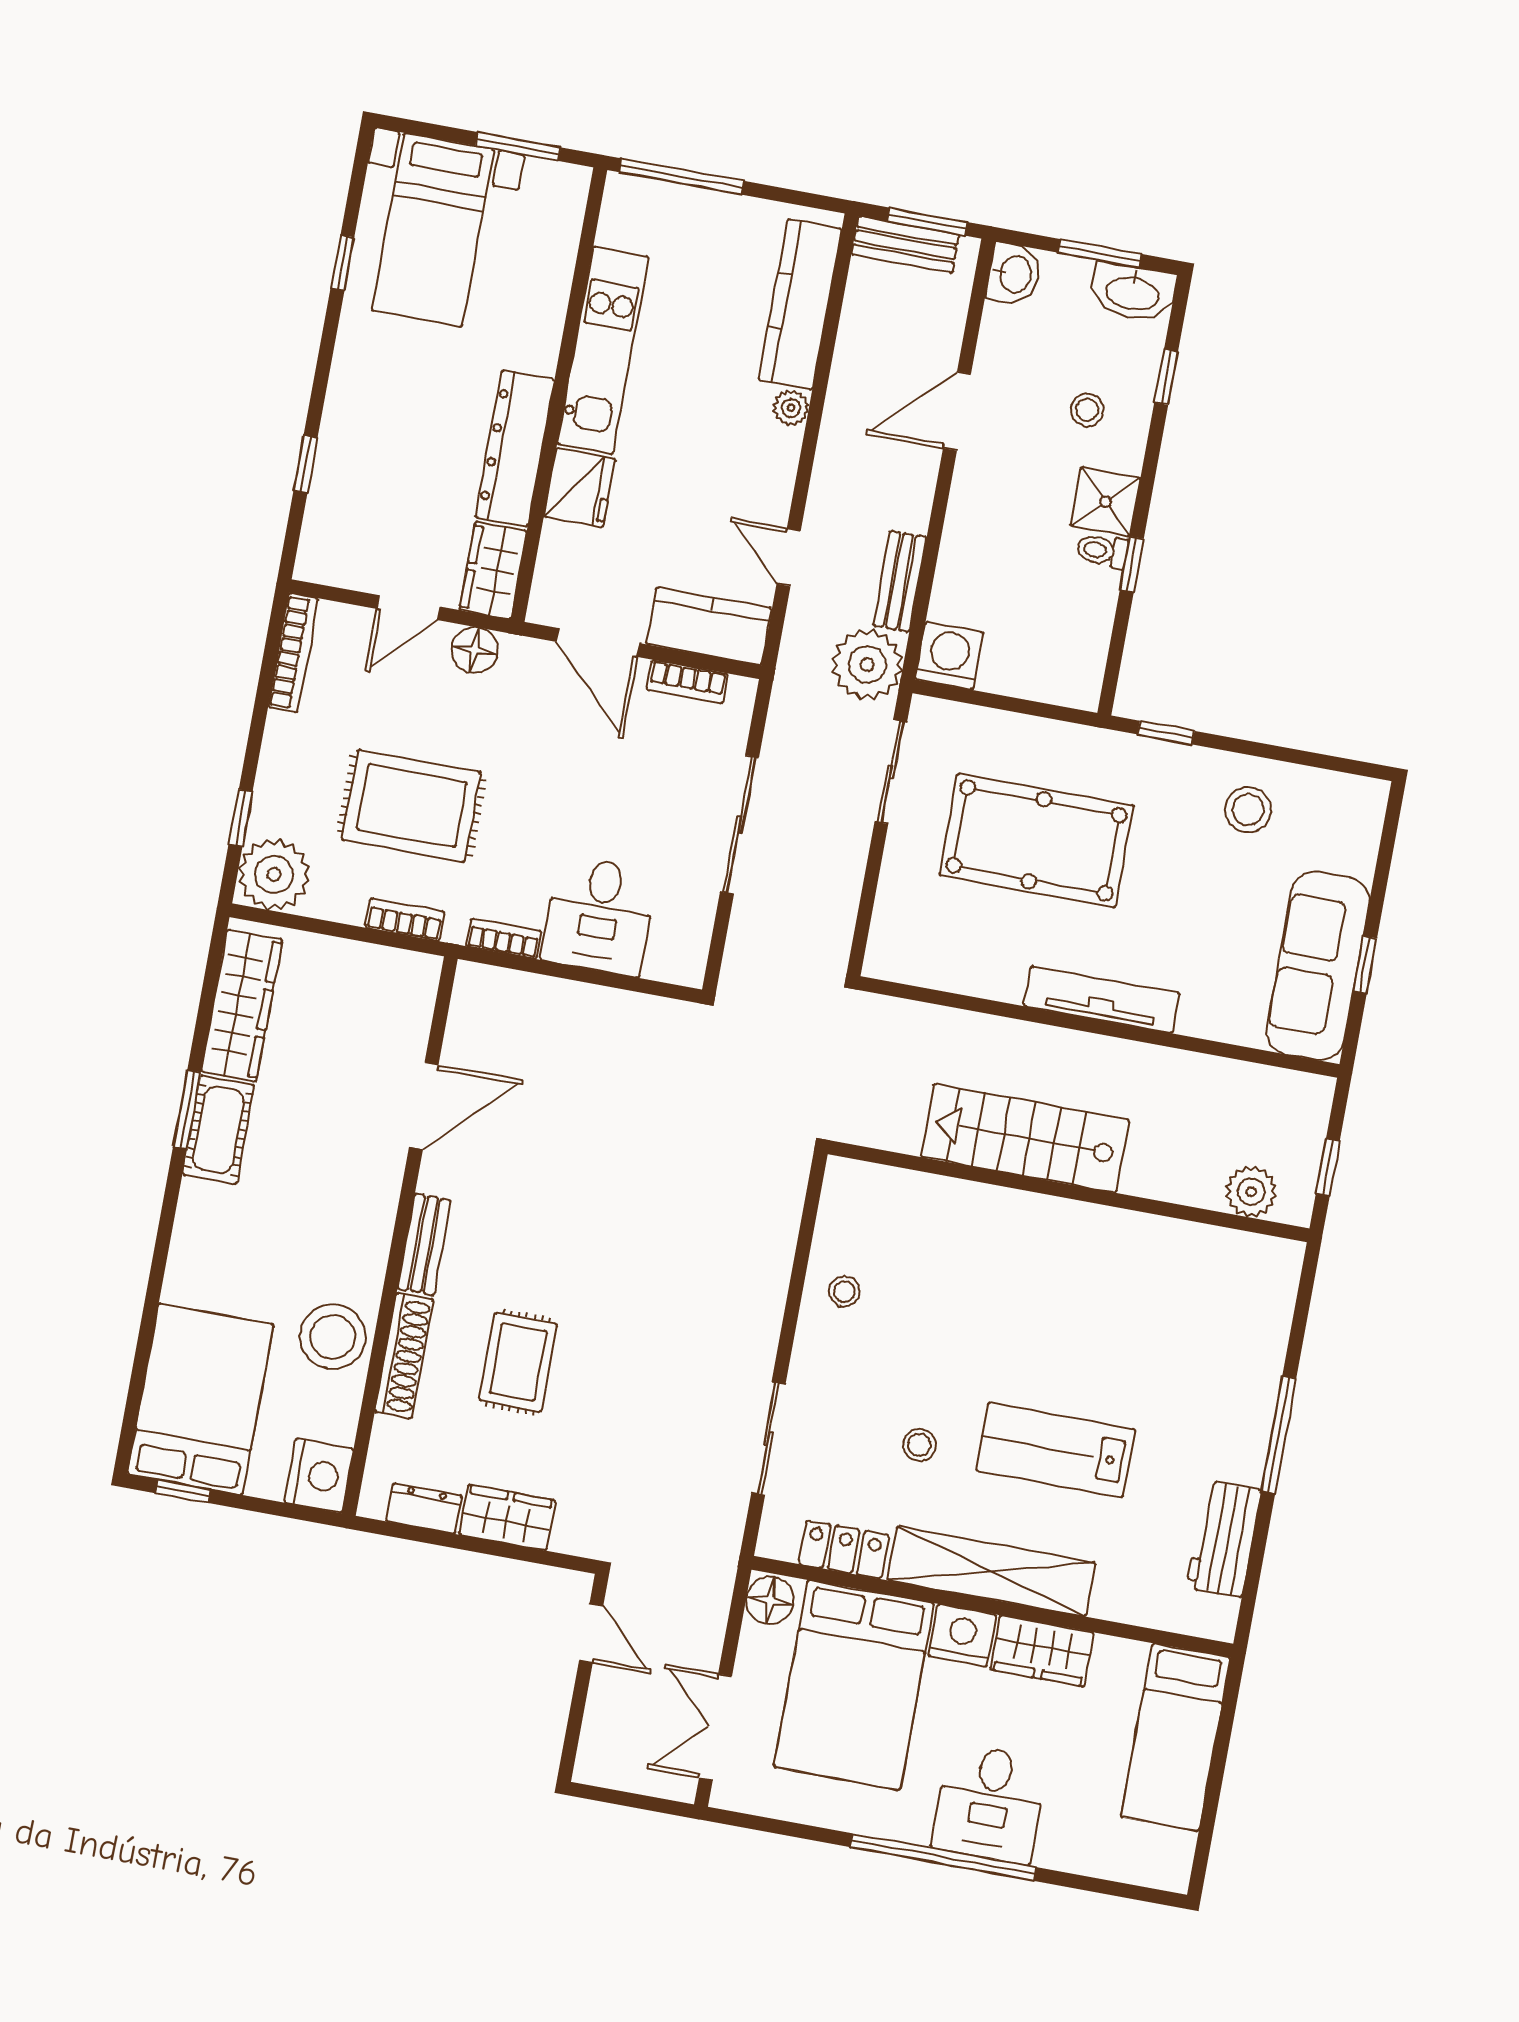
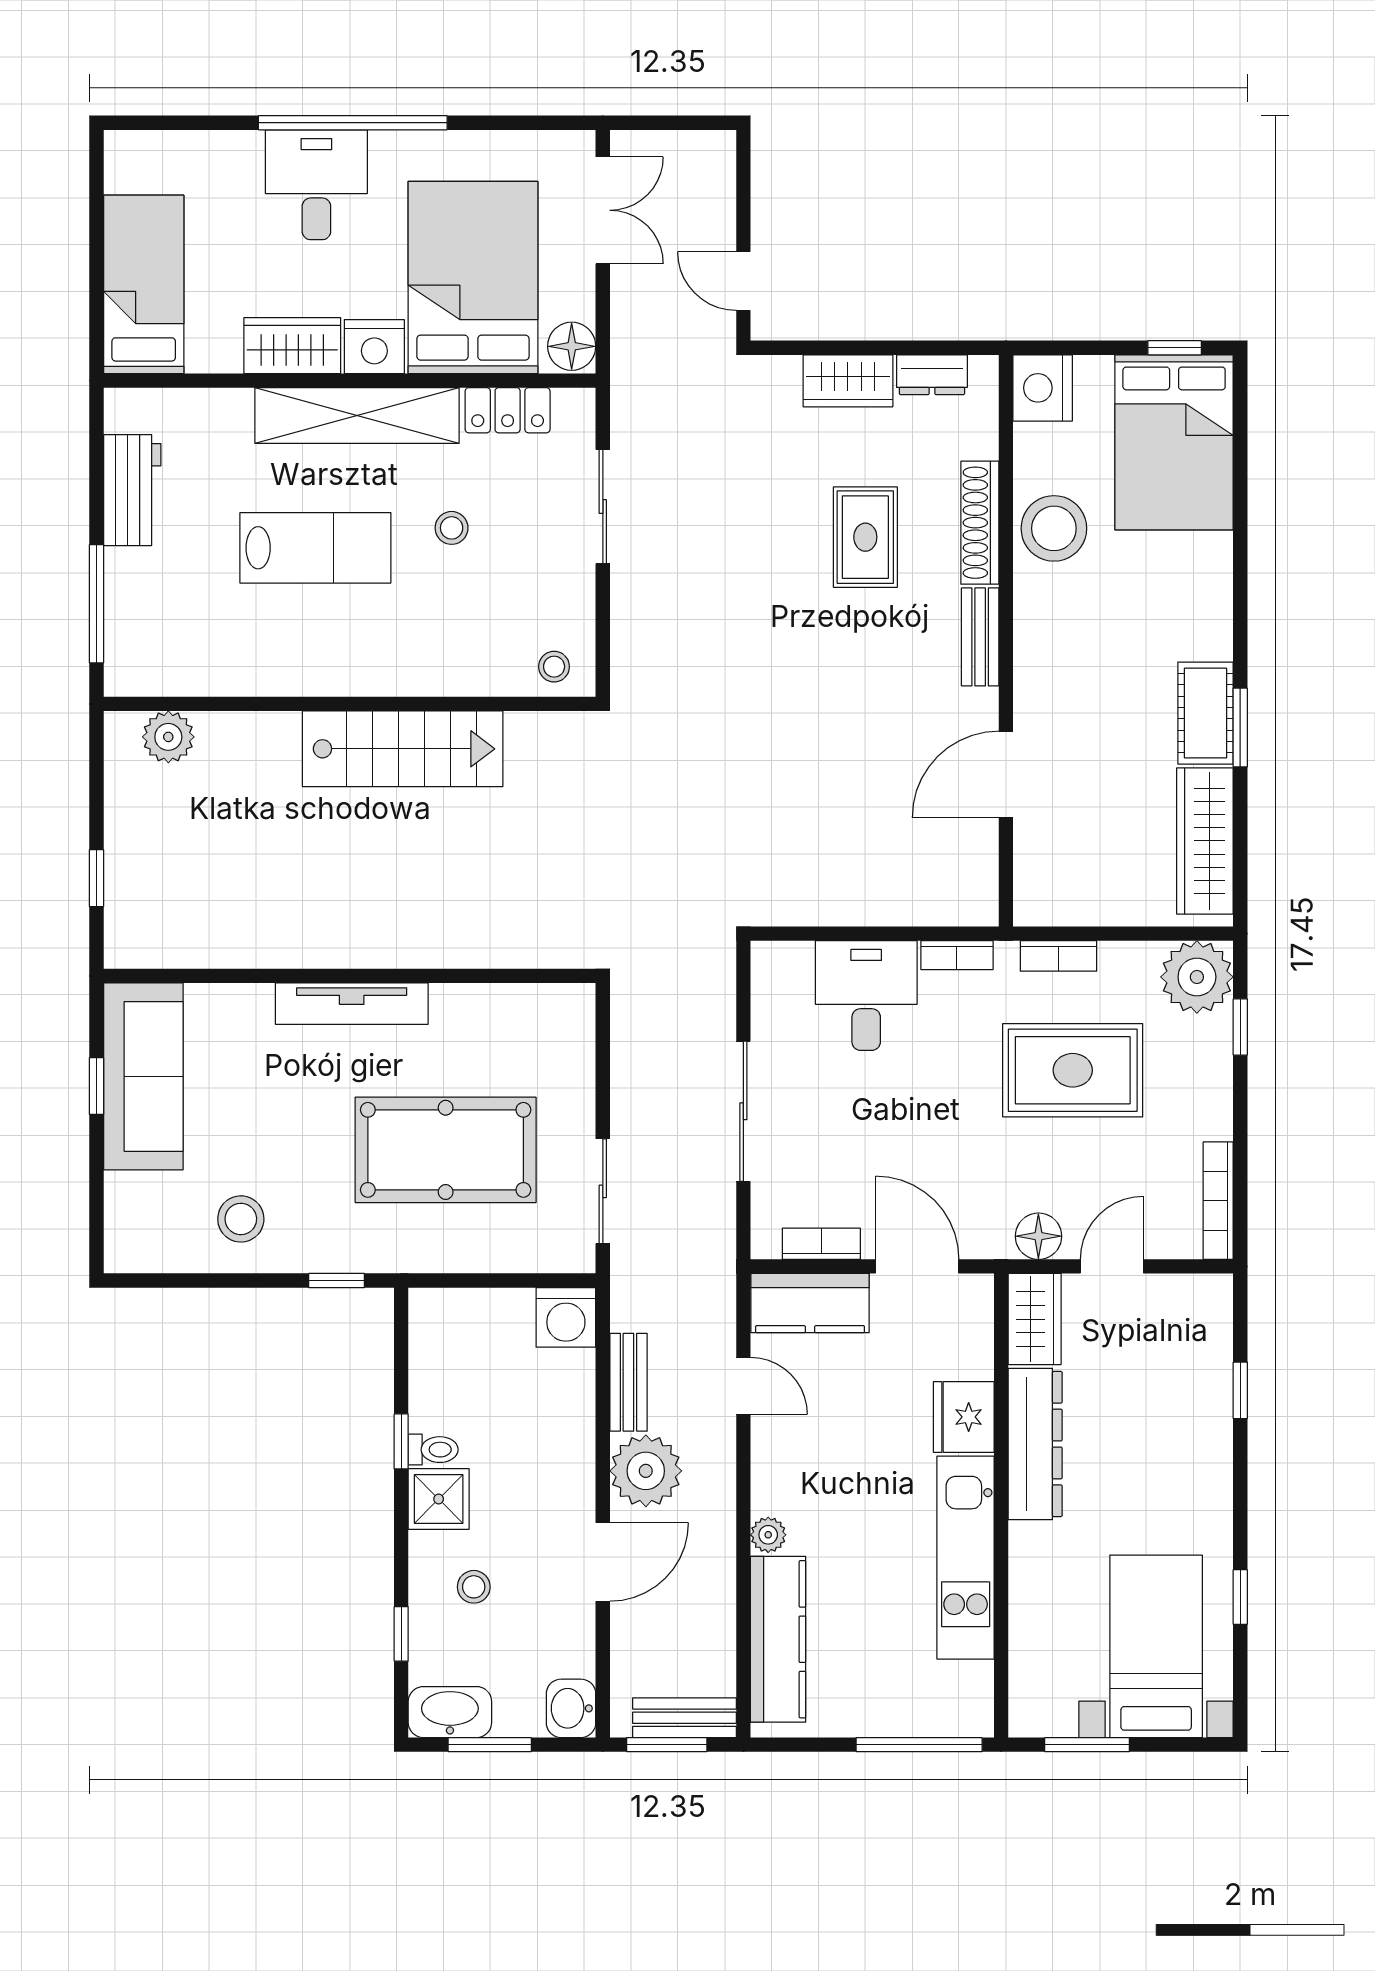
plant: (867, 665) -> (646, 1471), moved
stairs: (1025, 1138) -> (403, 749), moved
wall: (1069, 1191) -> (350, 704), moved
plant: (1251, 1192) -> (168, 737), moved

